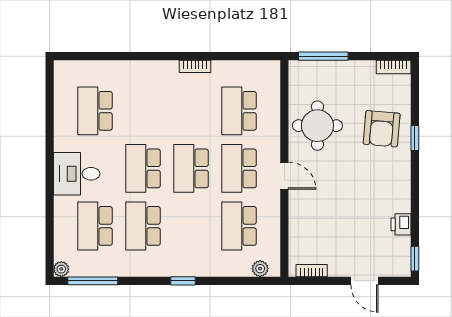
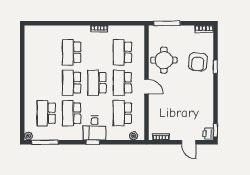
school desk: (95, 111) -> (72, 52), moved
desk: (77, 174) -> (95, 128), moved, turned -90
printer: (401, 224) -> (208, 134), moved

